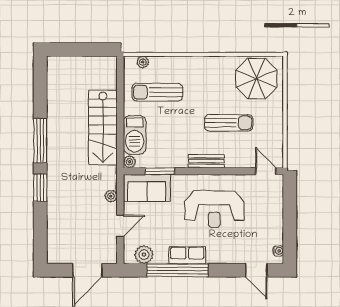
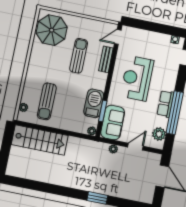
stairs: (103, 128) -> (40, 140), moved
barbecue: (135, 135) -> (94, 103), moved, turned -90
window: (40, 141) -> (64, 191), removed
bench: (206, 161) -> (106, 59), moved
reception desk: (214, 209) -> (137, 78), turned 180
door: (120, 226) -> (135, 147), hinge flipped

